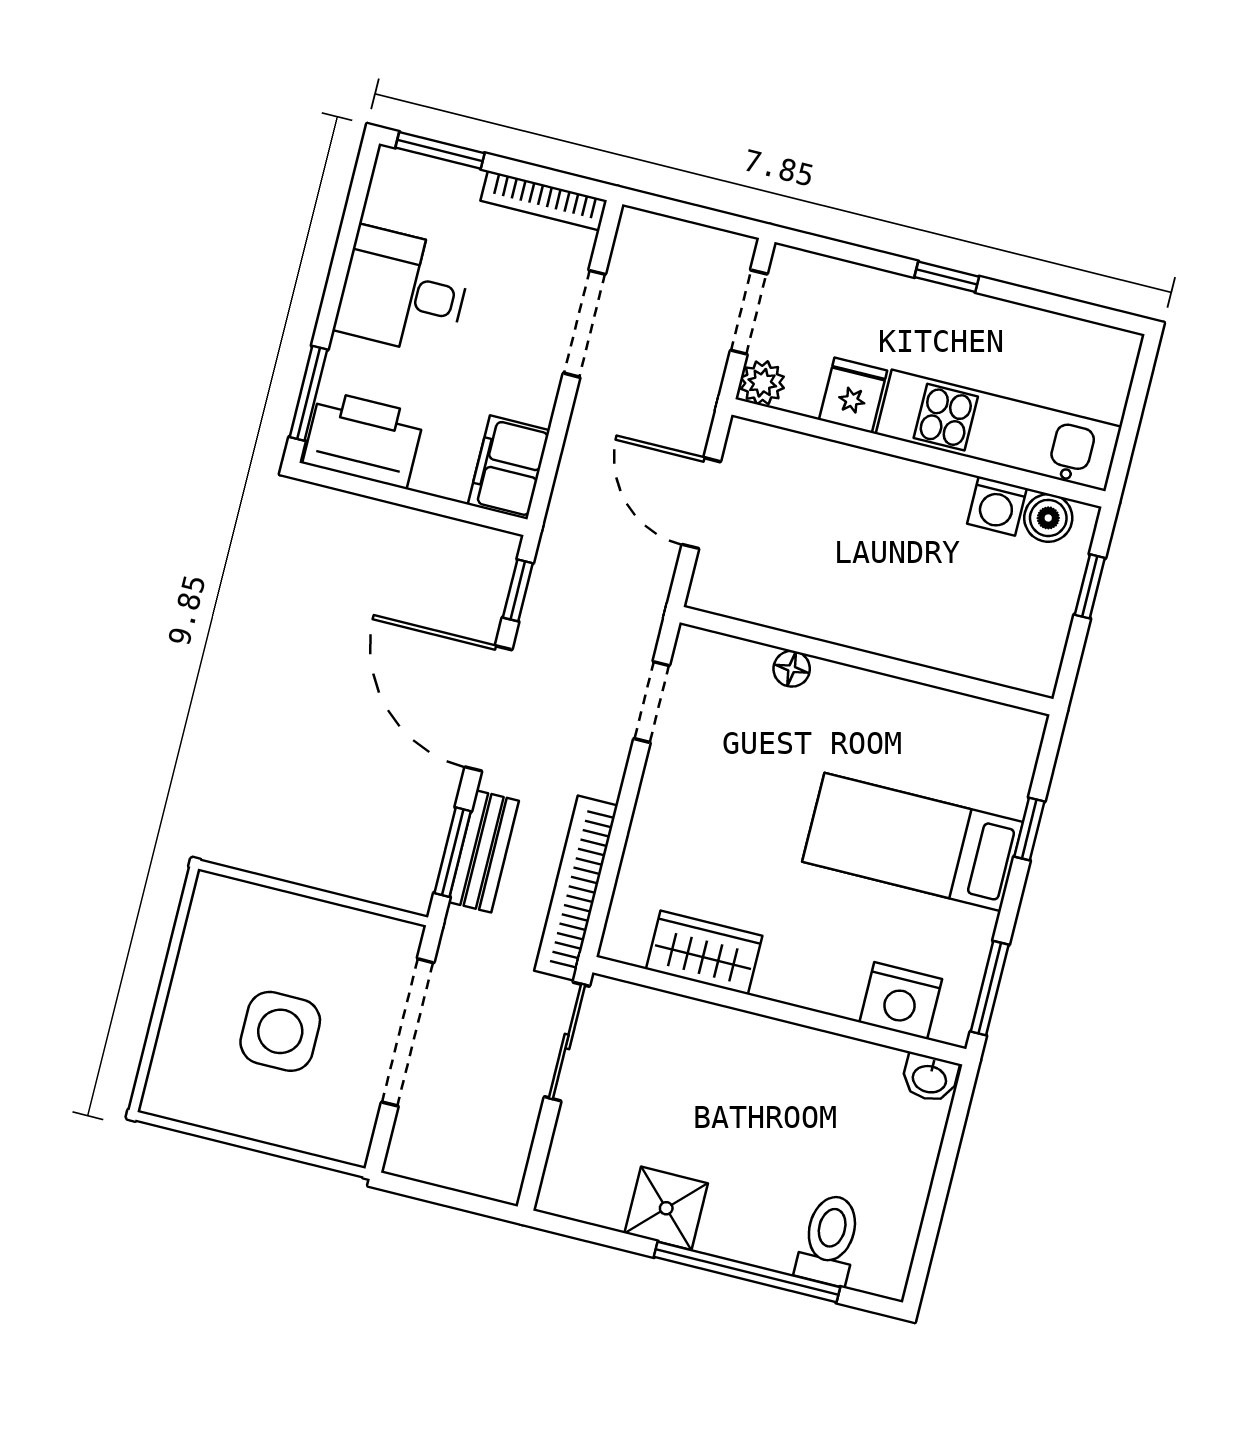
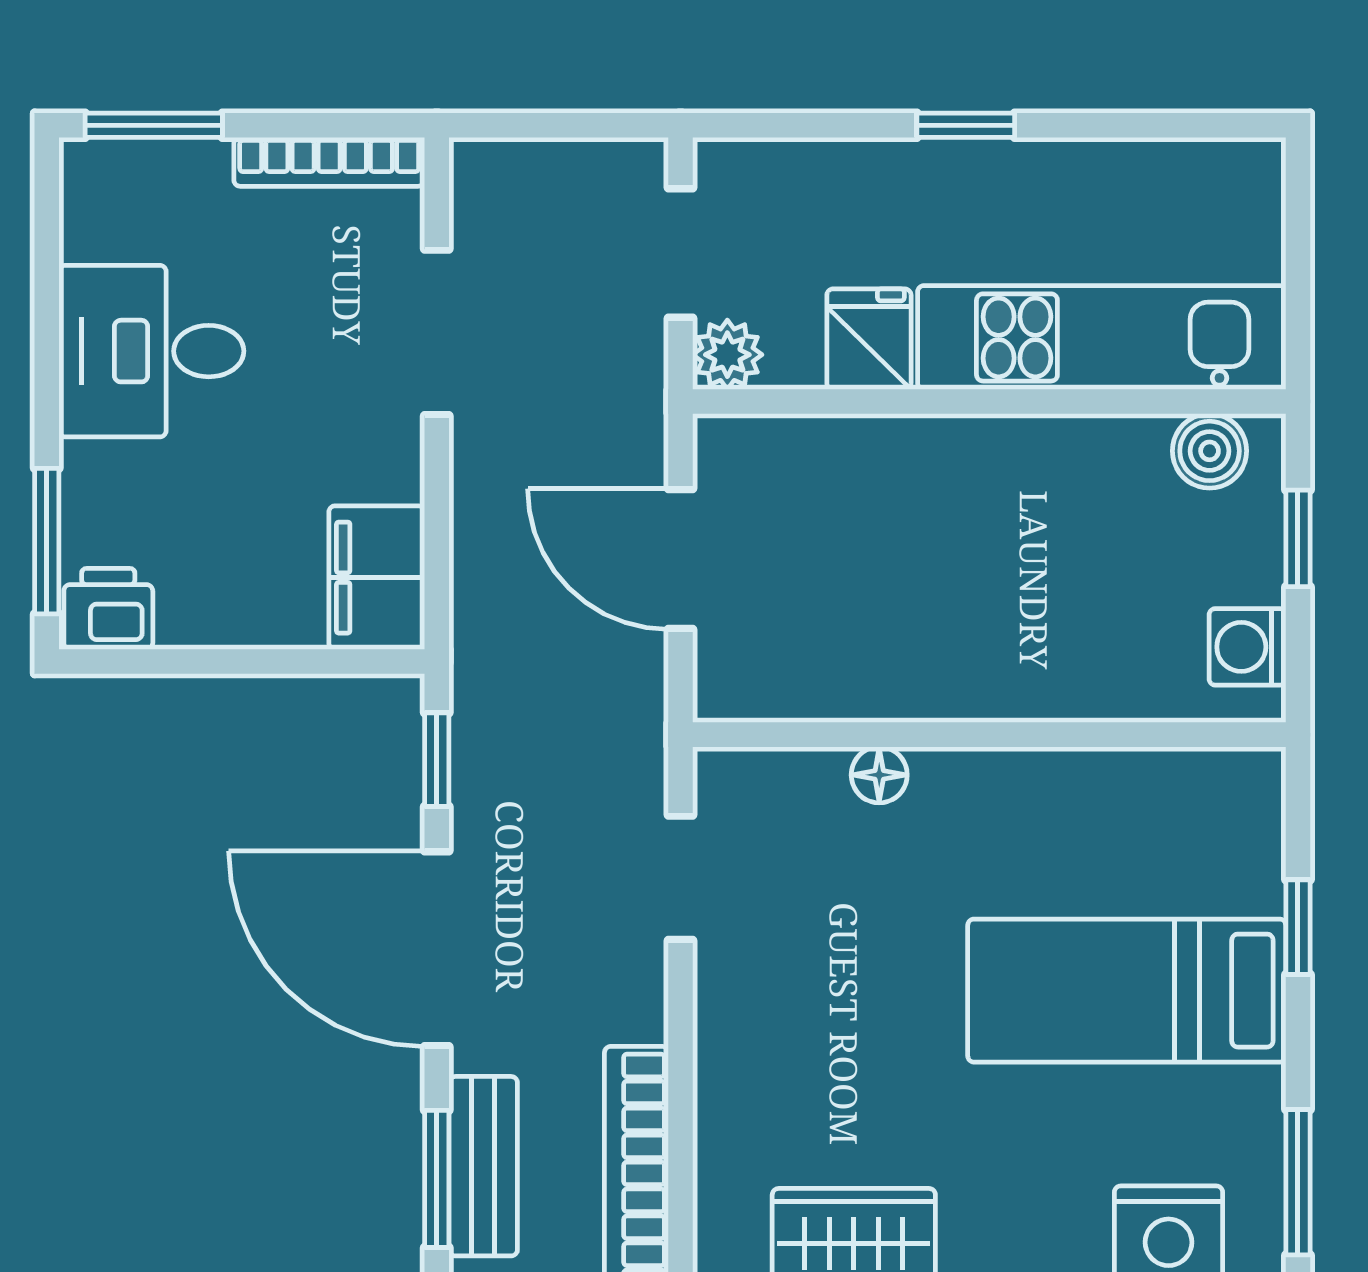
printer: (364, 439) -> (108, 609), width x0.53, depth x0.68
washing machine: (997, 506) -> (1247, 647), moved, turned 90

